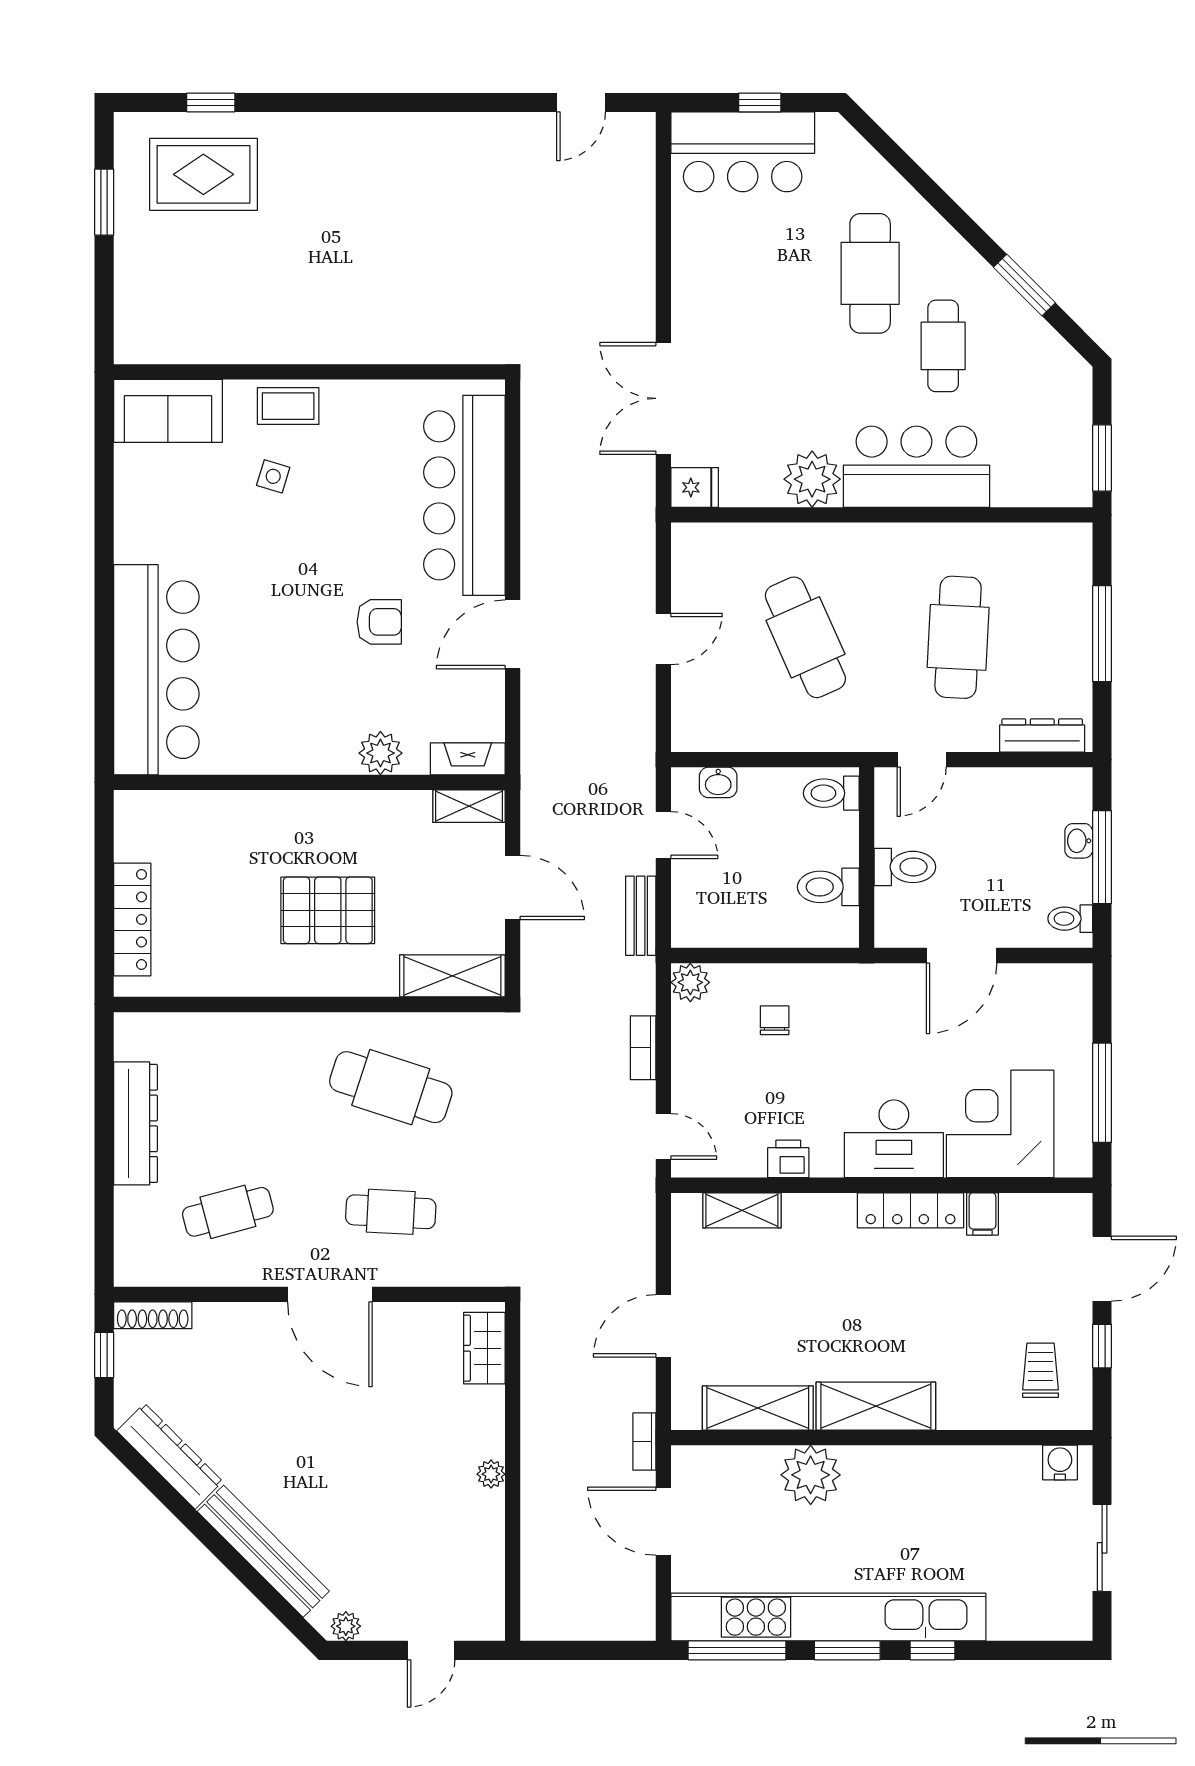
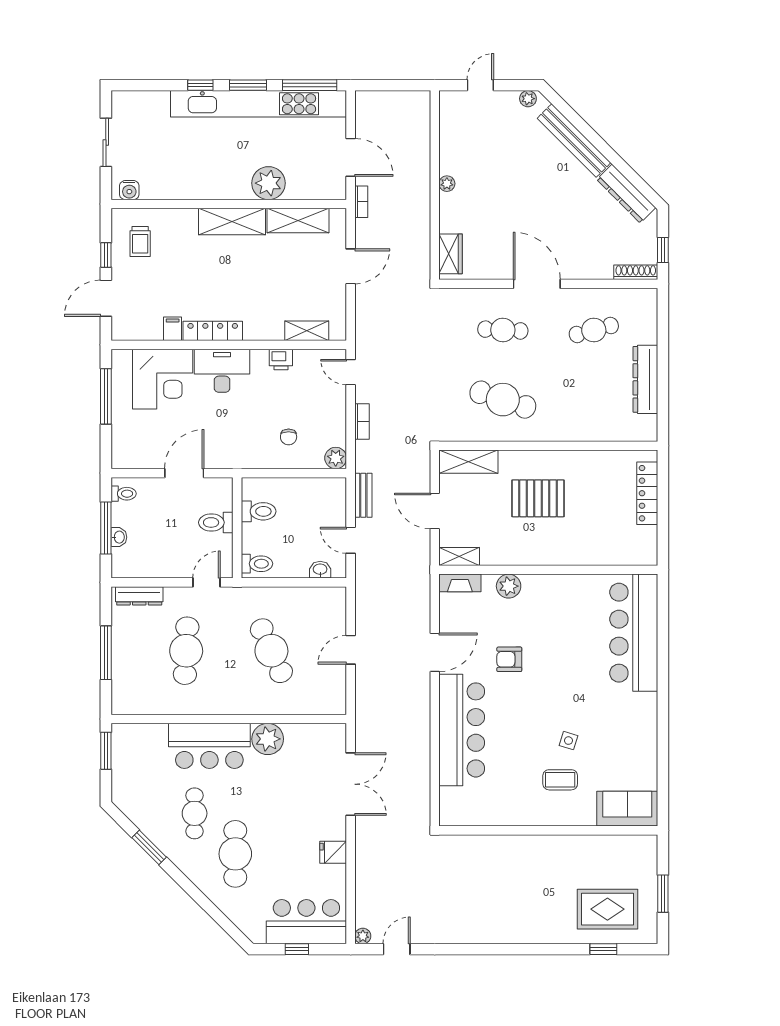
plant: (642, 126) -> (363, 936), added
wall: (309, 372) -> (548, 830), moved
sofa: (168, 411) -> (627, 809), moved
fridge: (695, 487) -> (333, 852), moved

